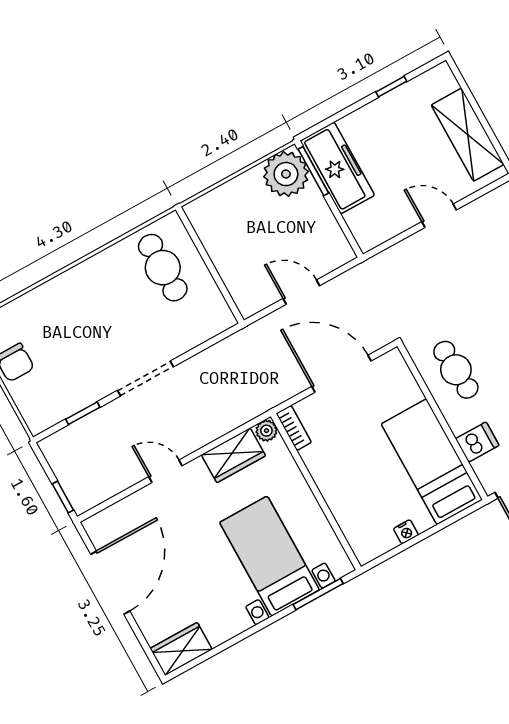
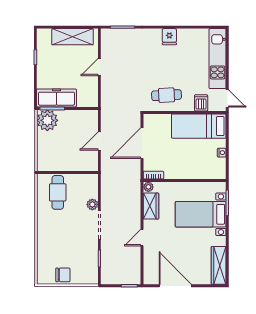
cafe table: (163, 268) -> (58, 192), turned 90
plant: (176, 345) -> (92, 204), added
wardrobe: (181, 649) -> (219, 265), width x1.50

